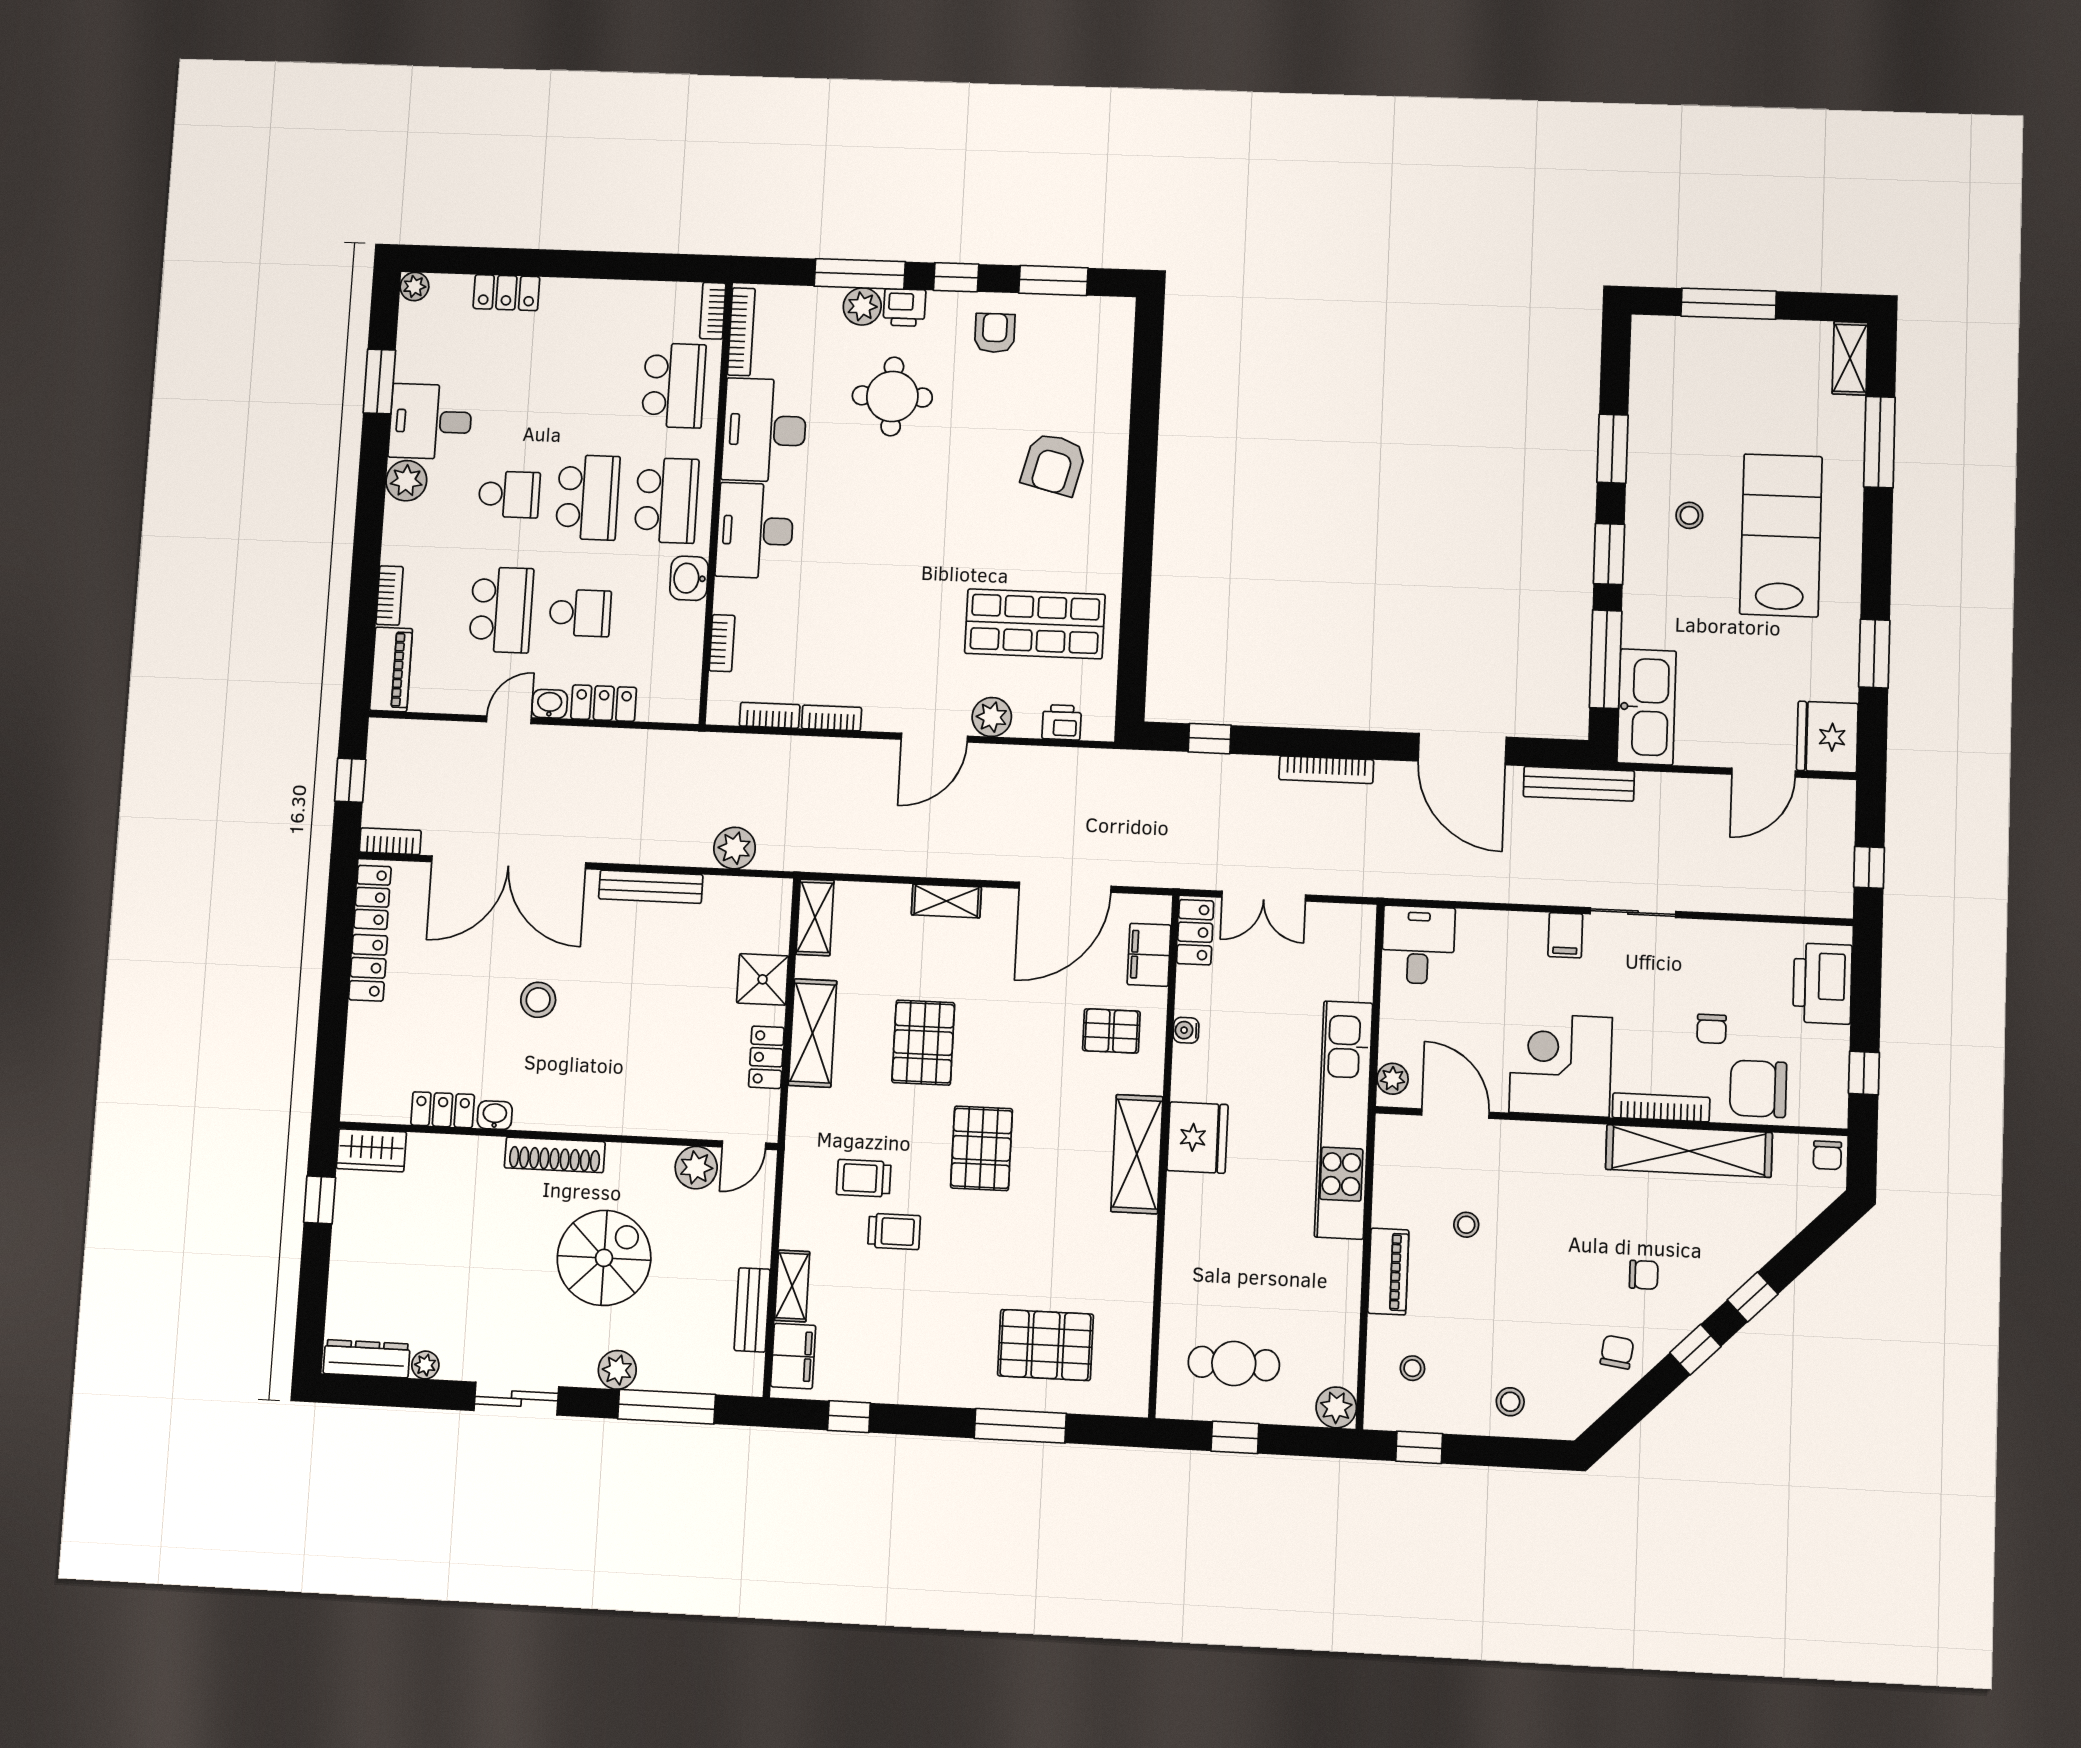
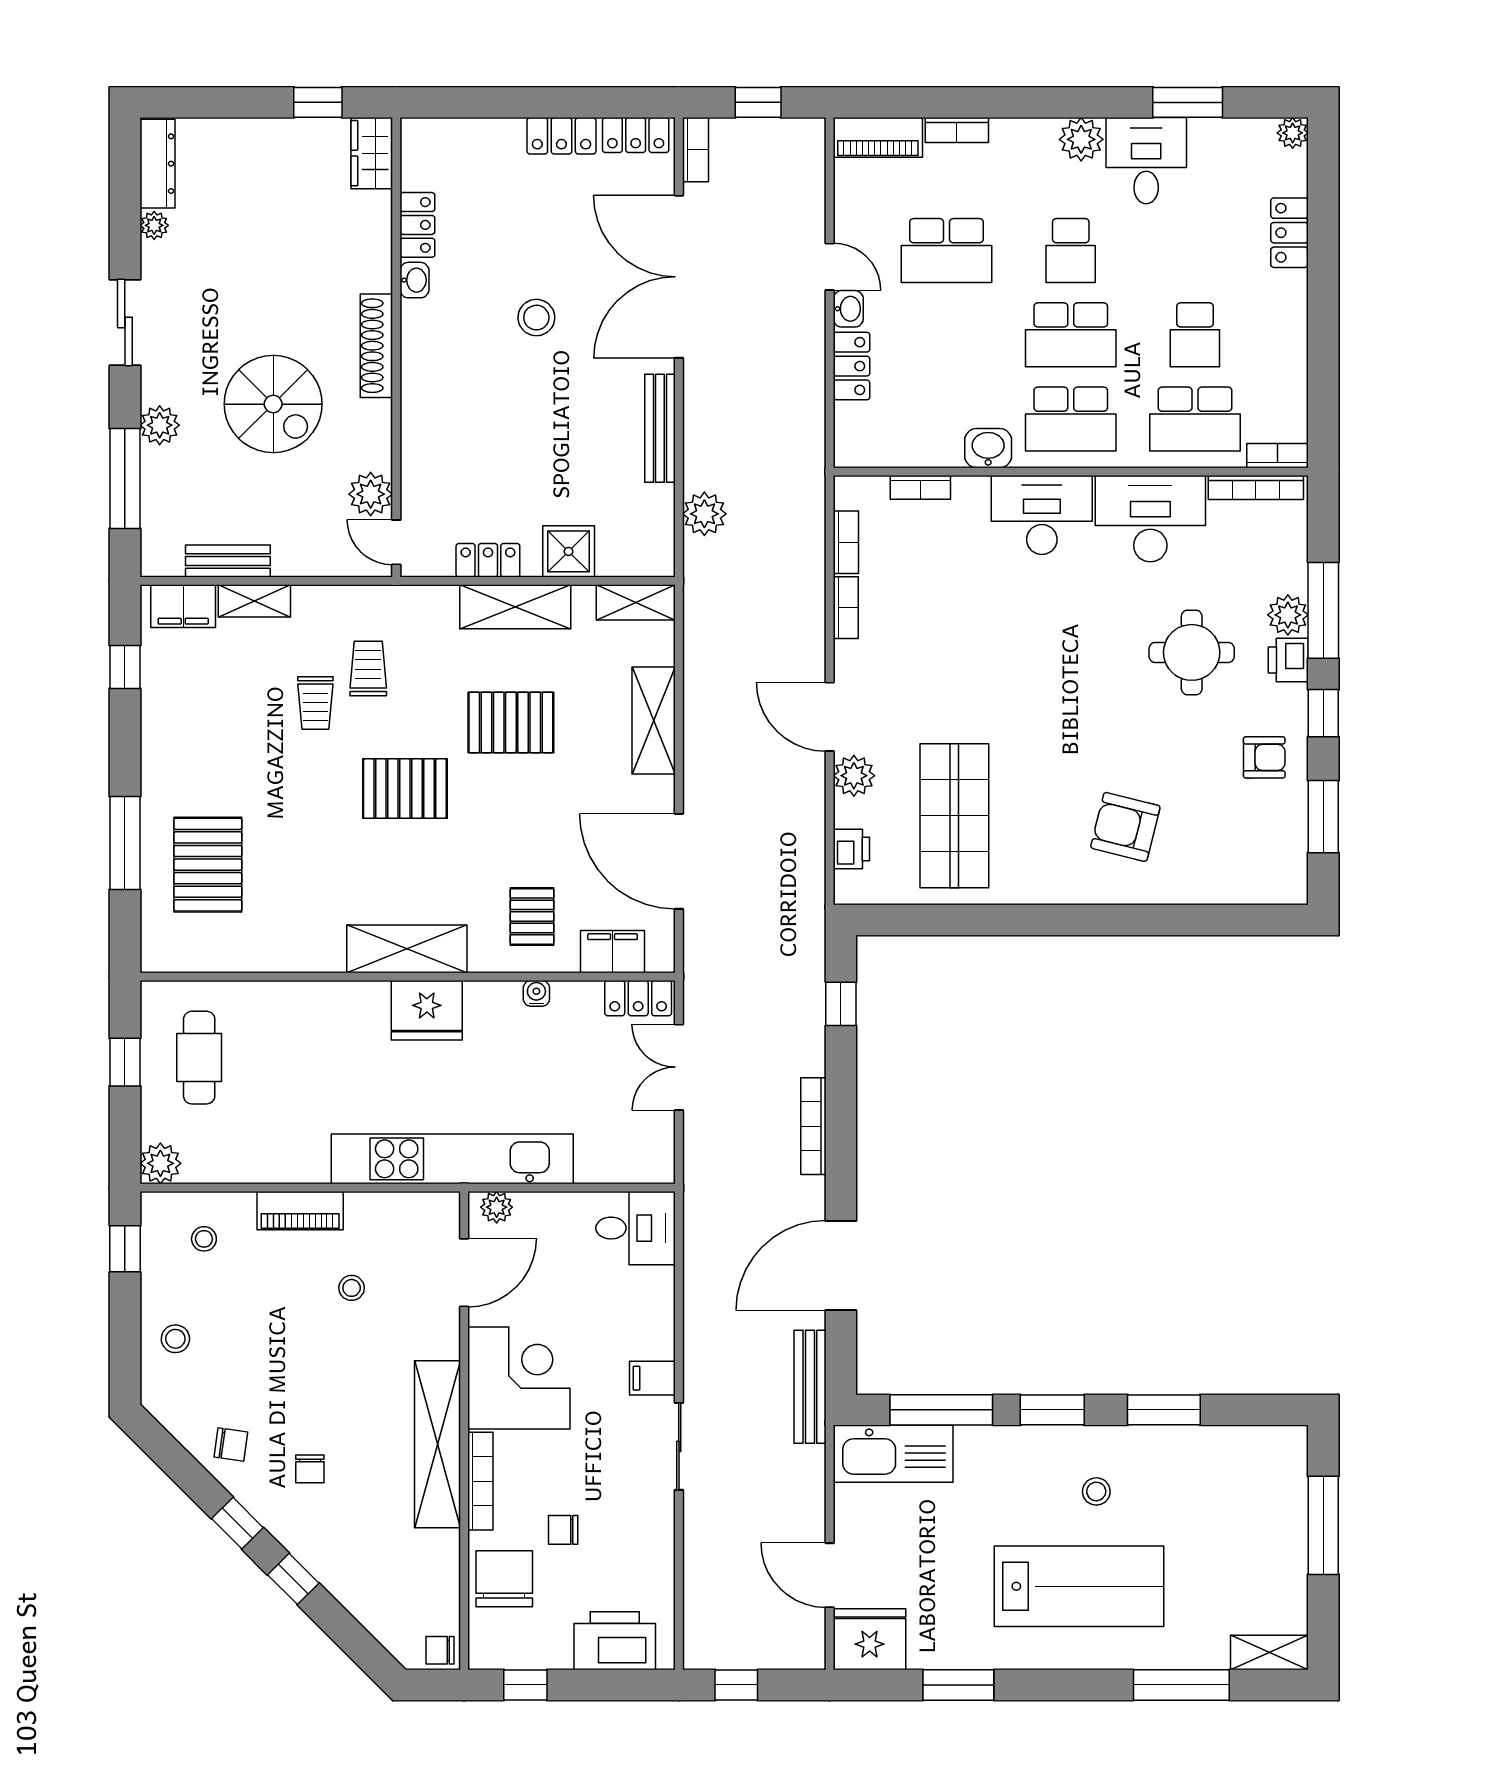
school desk: (580, 613) -> (1195, 335), moved
shelving: (946, 901) -> (654, 721), width x1.50, depth x1.33
shelving: (1689, 1151) -> (437, 1444), moved

